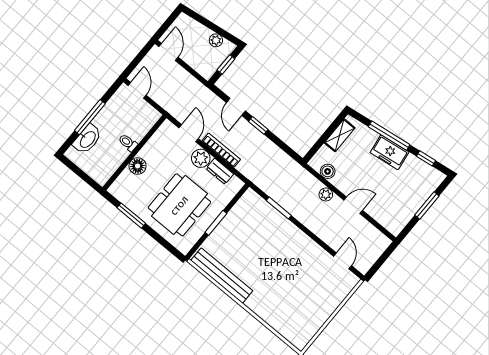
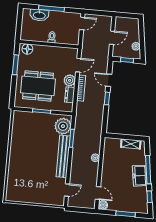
door: (168, 52) -> (112, 38), moved
door: (236, 107) -> (109, 80), hinge flipped
floor lamp: (138, 166) -> (27, 49), moved
boiler: (328, 171) -> (103, 205), moved
door: (353, 205) -> (98, 193), moved
plant: (255, 208) -> (63, 126), added
bench: (222, 276) -> (63, 156), moved

